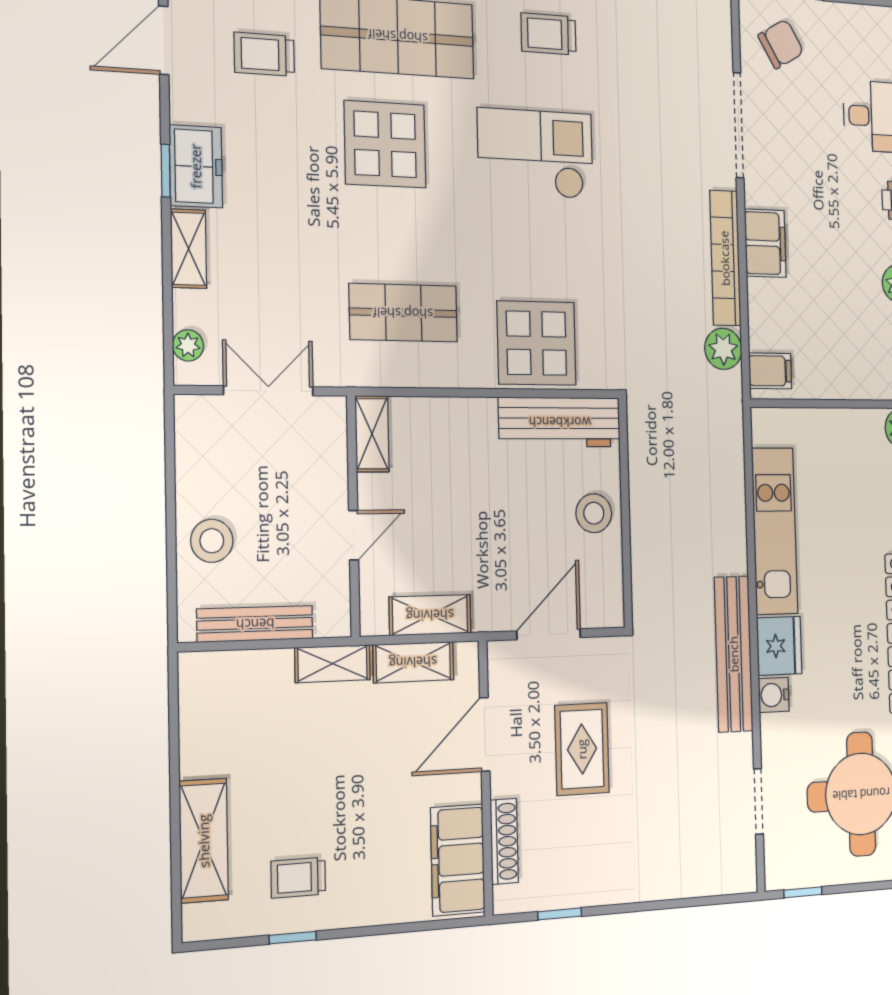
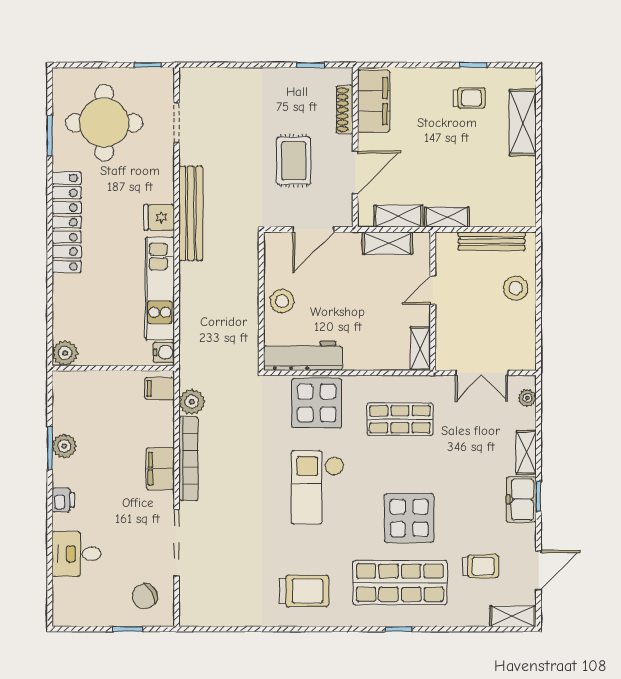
trolley: (549, 34) -> (304, 591), width x1.36, depth x1.39
checkout: (536, 154) -> (318, 487), moved, turned 90
fridge: (779, 646) -> (159, 217), width x0.72
water cooler: (774, 695) -> (164, 352), moved

